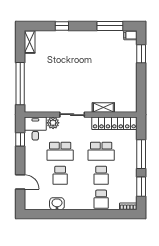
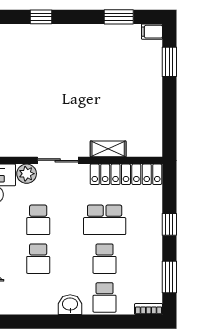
window: (110, 26) -> (119, 17), width x0.69
school desk: (60, 151) -> (38, 220), width x0.54
window: (141, 154) -> (169, 224), width x0.46
washbasin: (57, 204) -> (70, 305), moved

